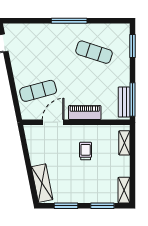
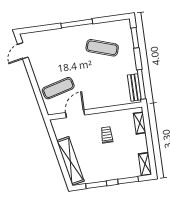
piano: (85, 113) -> (101, 101), removed
shelving: (42, 183) -> (70, 161), width x1.47

